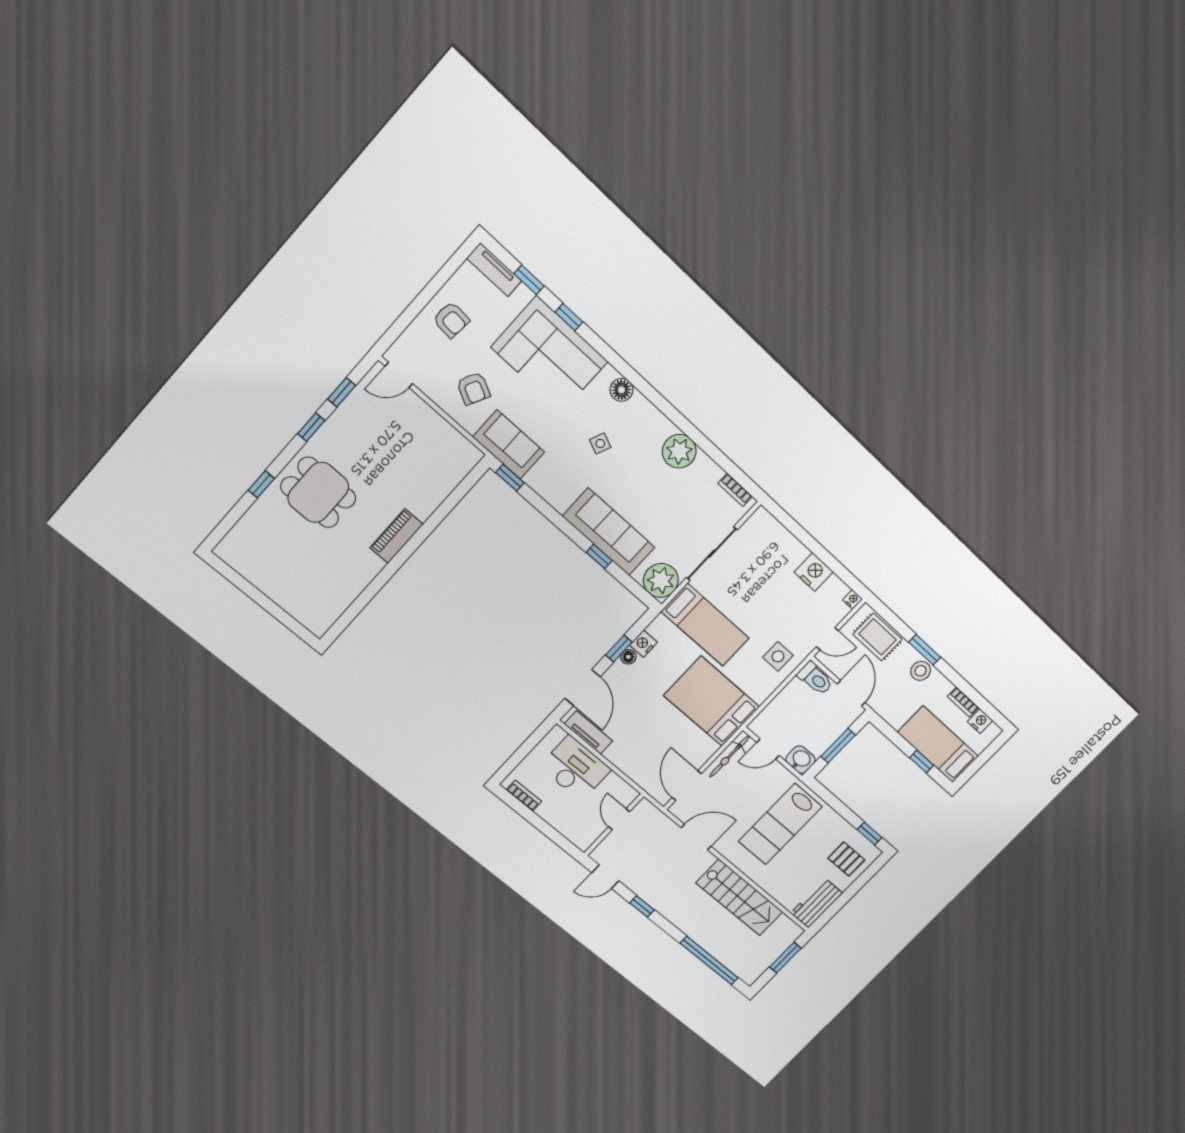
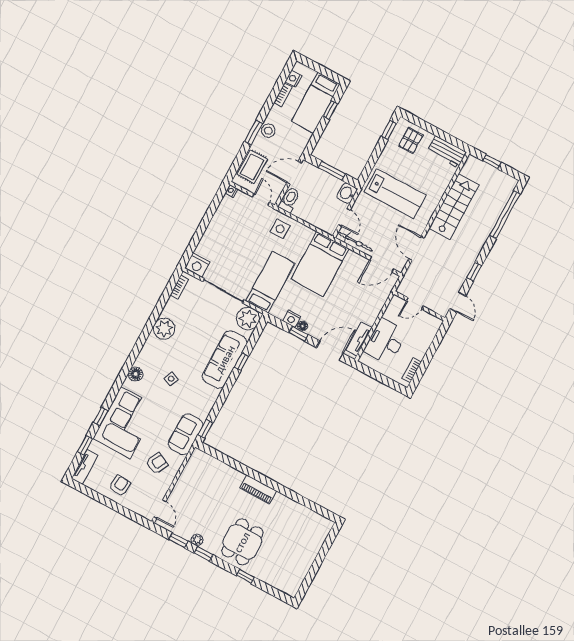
plant: (336, 422) -> (197, 540), added
nightstand: (814, 572) -> (197, 265), moved, turned -90
window: (785, 958) -> (492, 162), width x0.67

